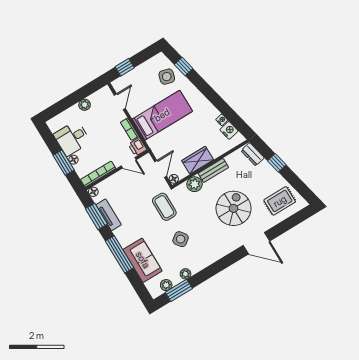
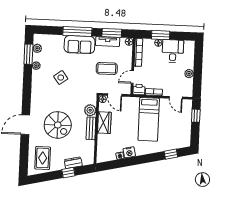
side table: (167, 77) -> (172, 139), removed
nightstand: (229, 130) -> (129, 152), moved
dresser: (253, 154) -> (73, 163), moved
coffee table: (164, 207) -> (107, 68), moved
sofa: (143, 260) -> (80, 45), moved

